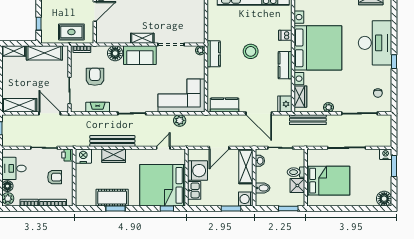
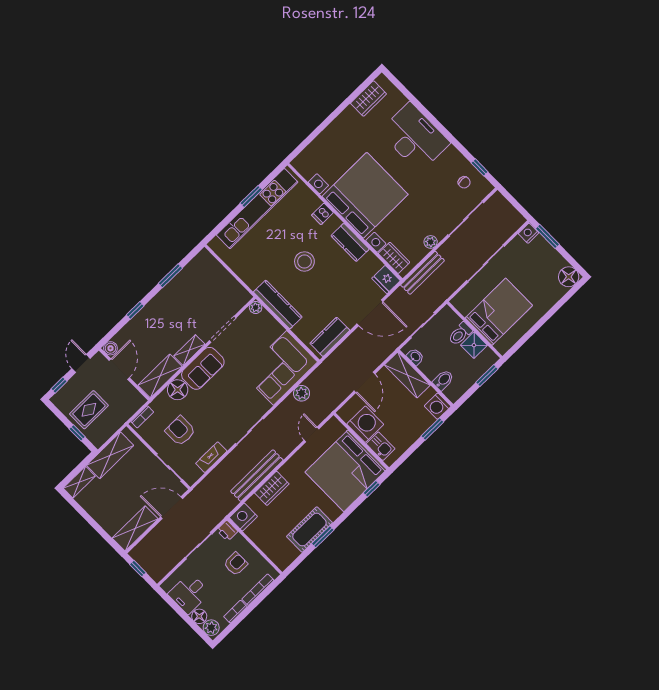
rug: (71, 32) -> (89, 410), moved
shelving: (113, 37) -> (160, 376), added
kitchen counter: (214, 54) -> (278, 305), width x1.50
window: (394, 62) -> (480, 167), moved

